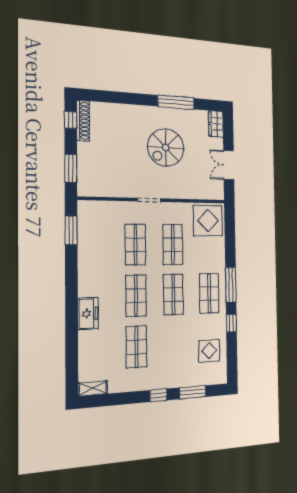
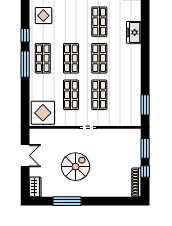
window: (71, 120) -> (145, 172), moved
freezer: (88, 314) -> (134, 32), moved

